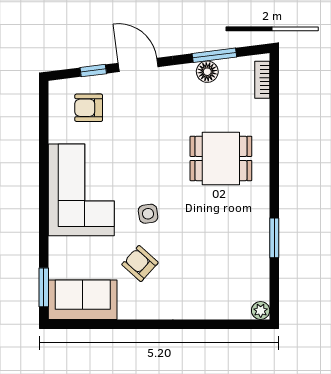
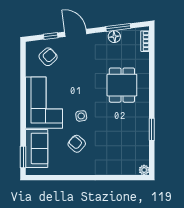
armchair: (89, 108) -> (48, 57), turned 138
dining table: (221, 158) -> (122, 85), turned 90
sofa: (83, 300) -> (37, 148), moved, turned 90

